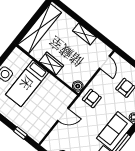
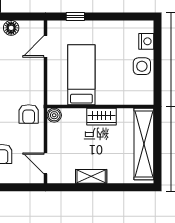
bed: (27, 83) -> (81, 75), moved
door: (63, 115) -> (46, 46), moved

